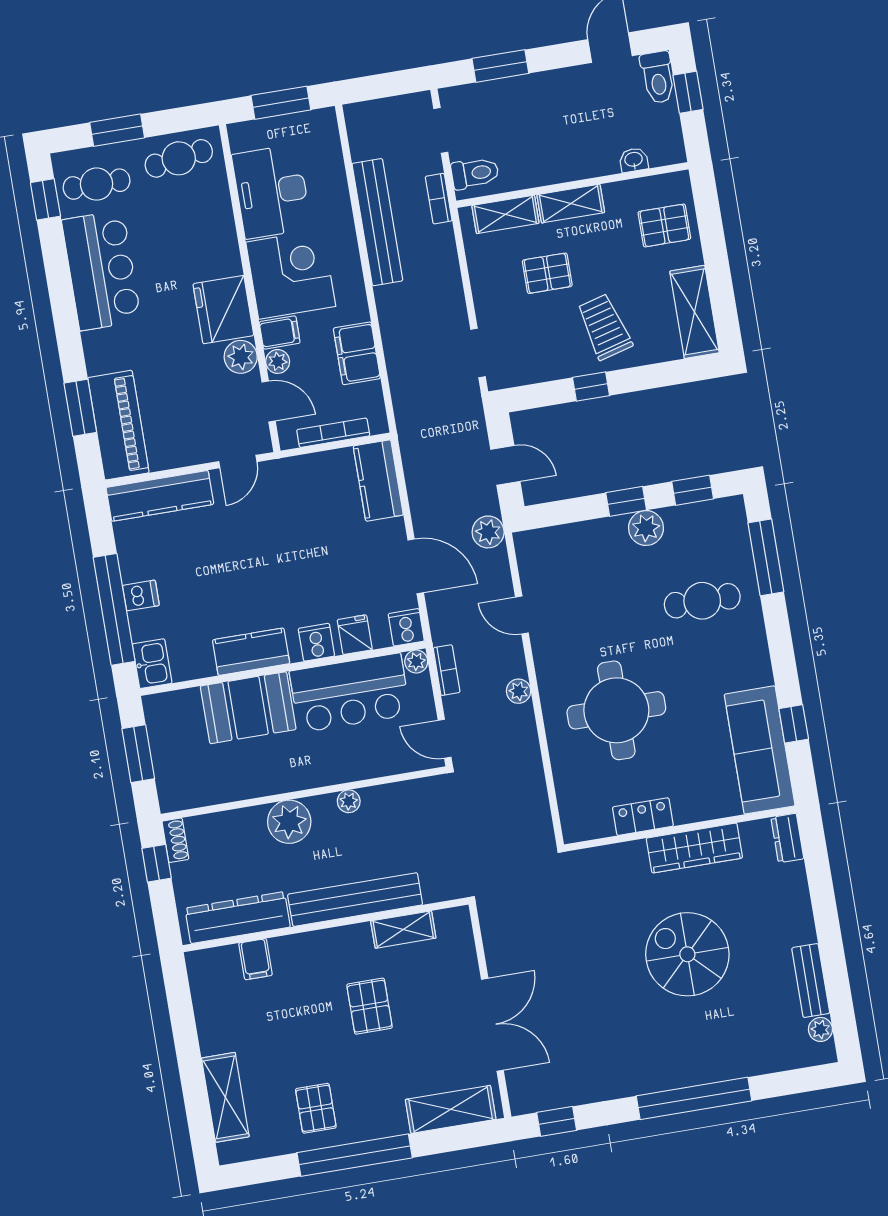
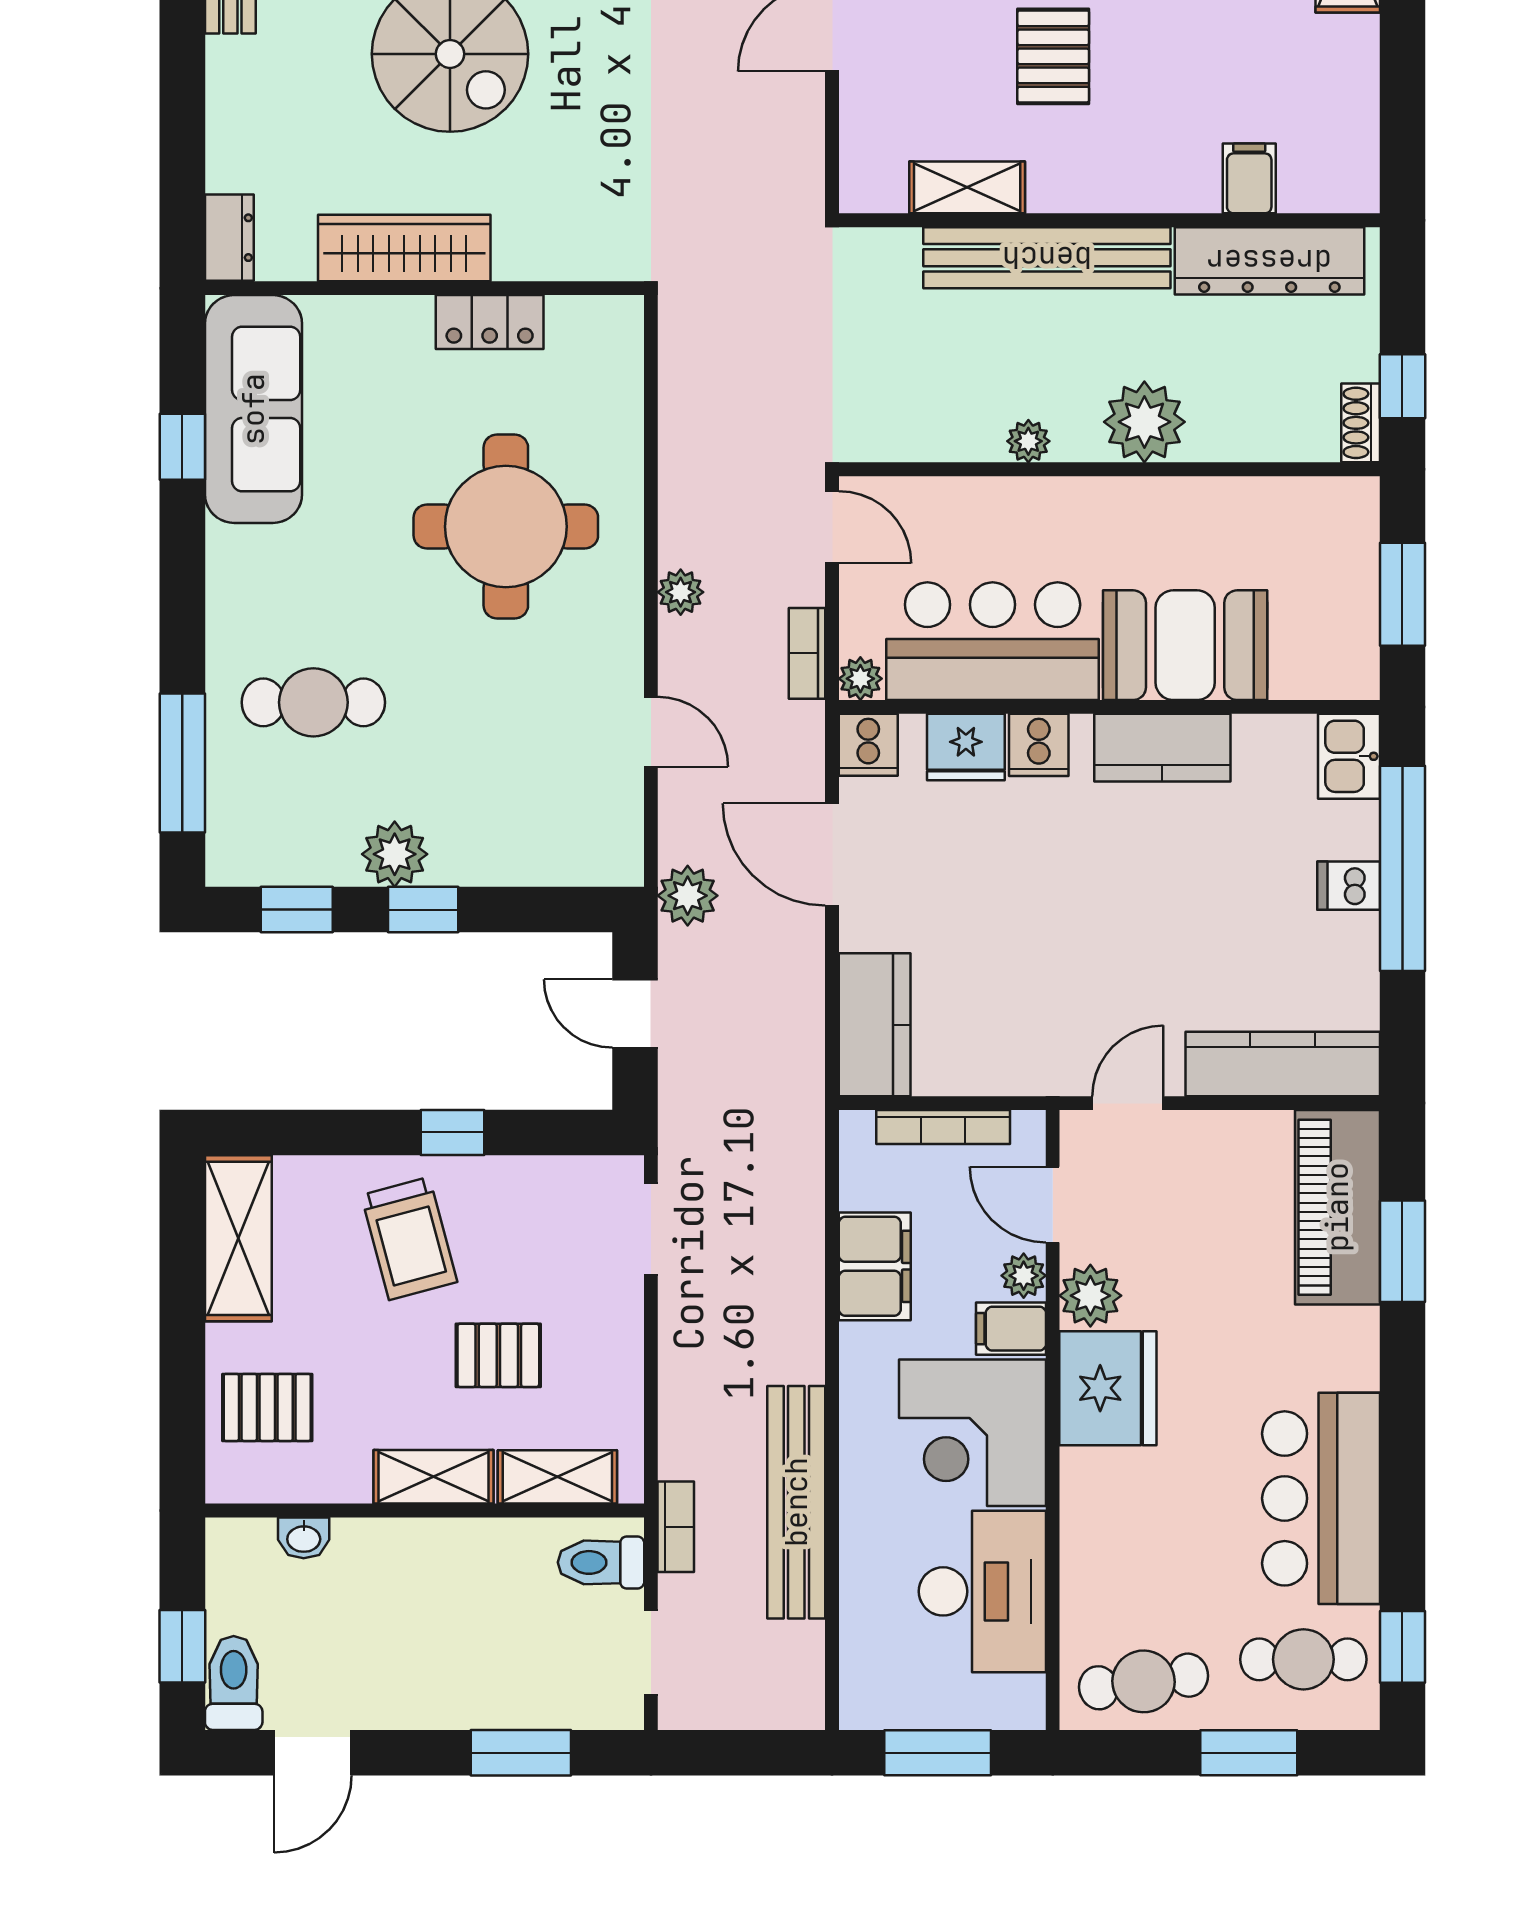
fridge: (355, 635) -> (966, 747), width x1.38

